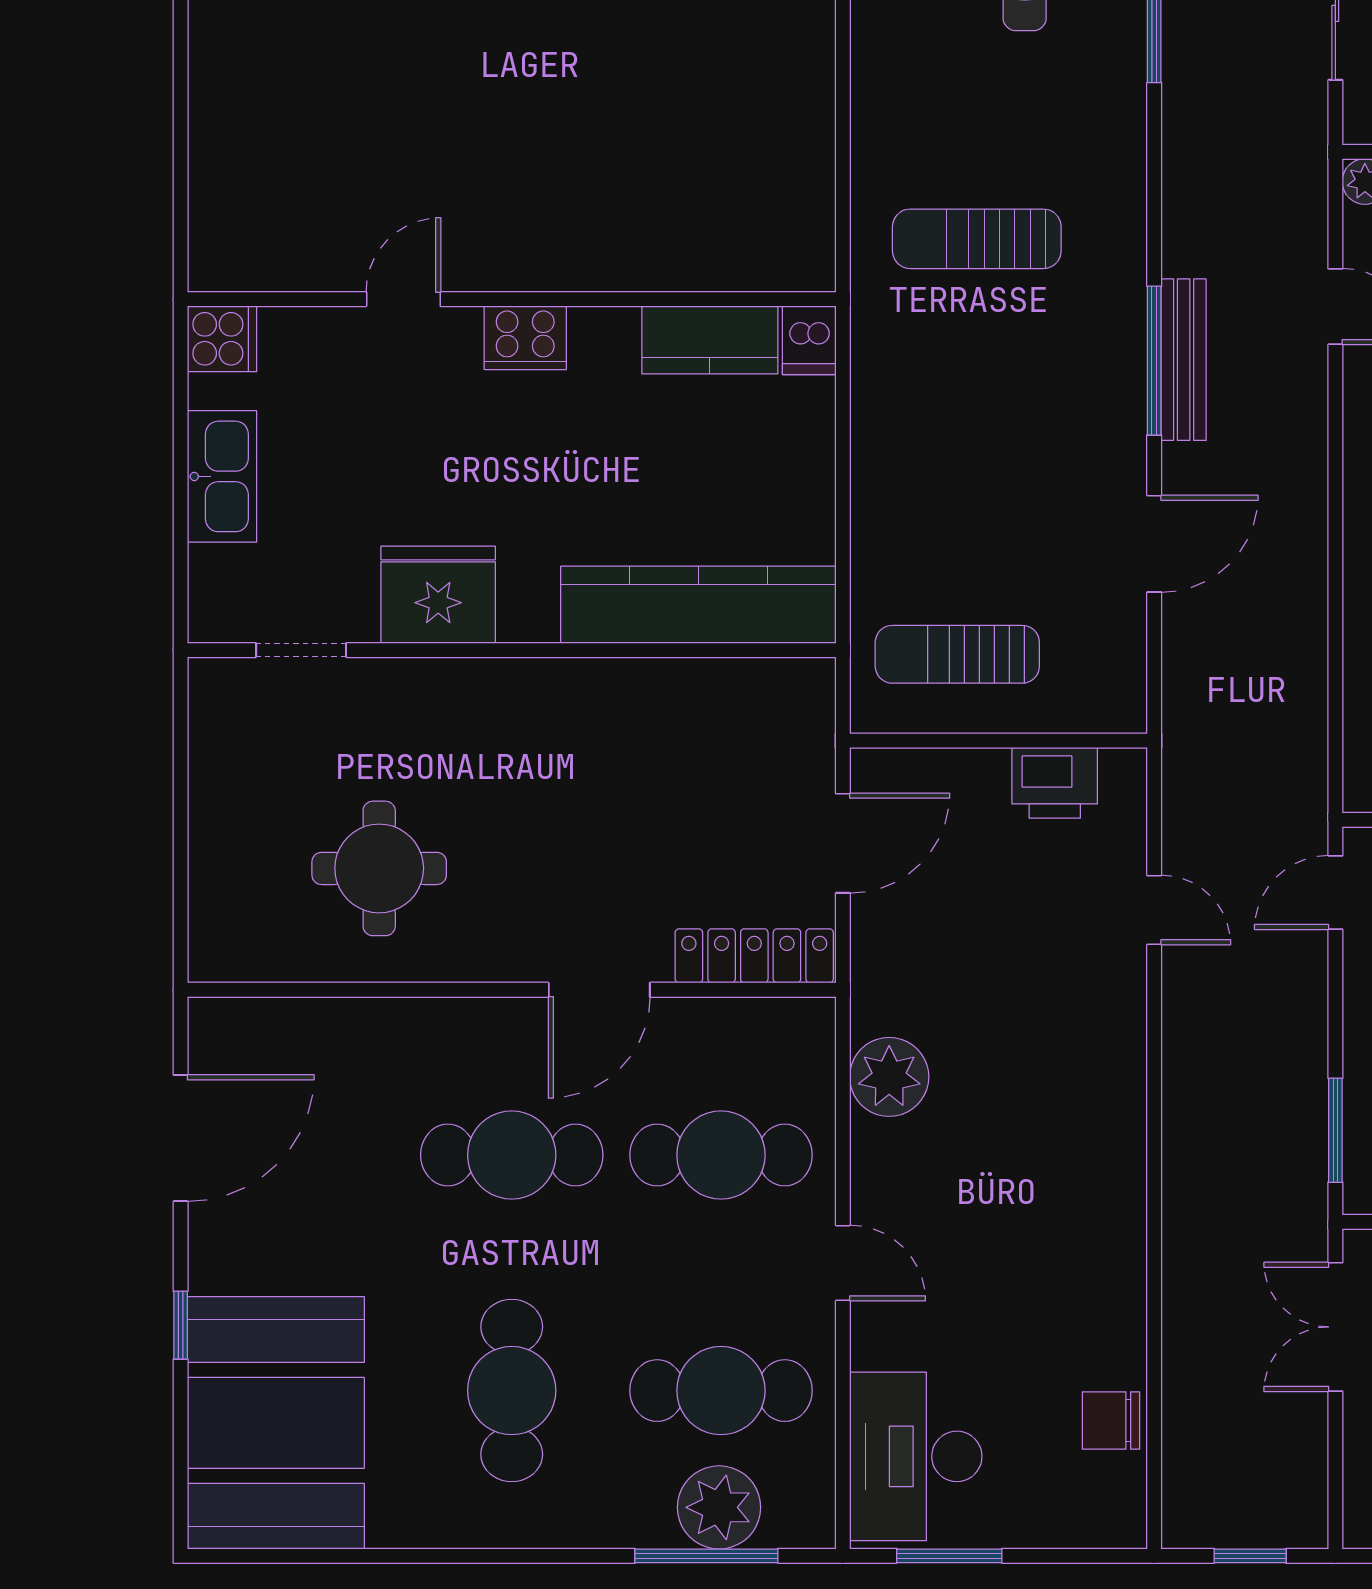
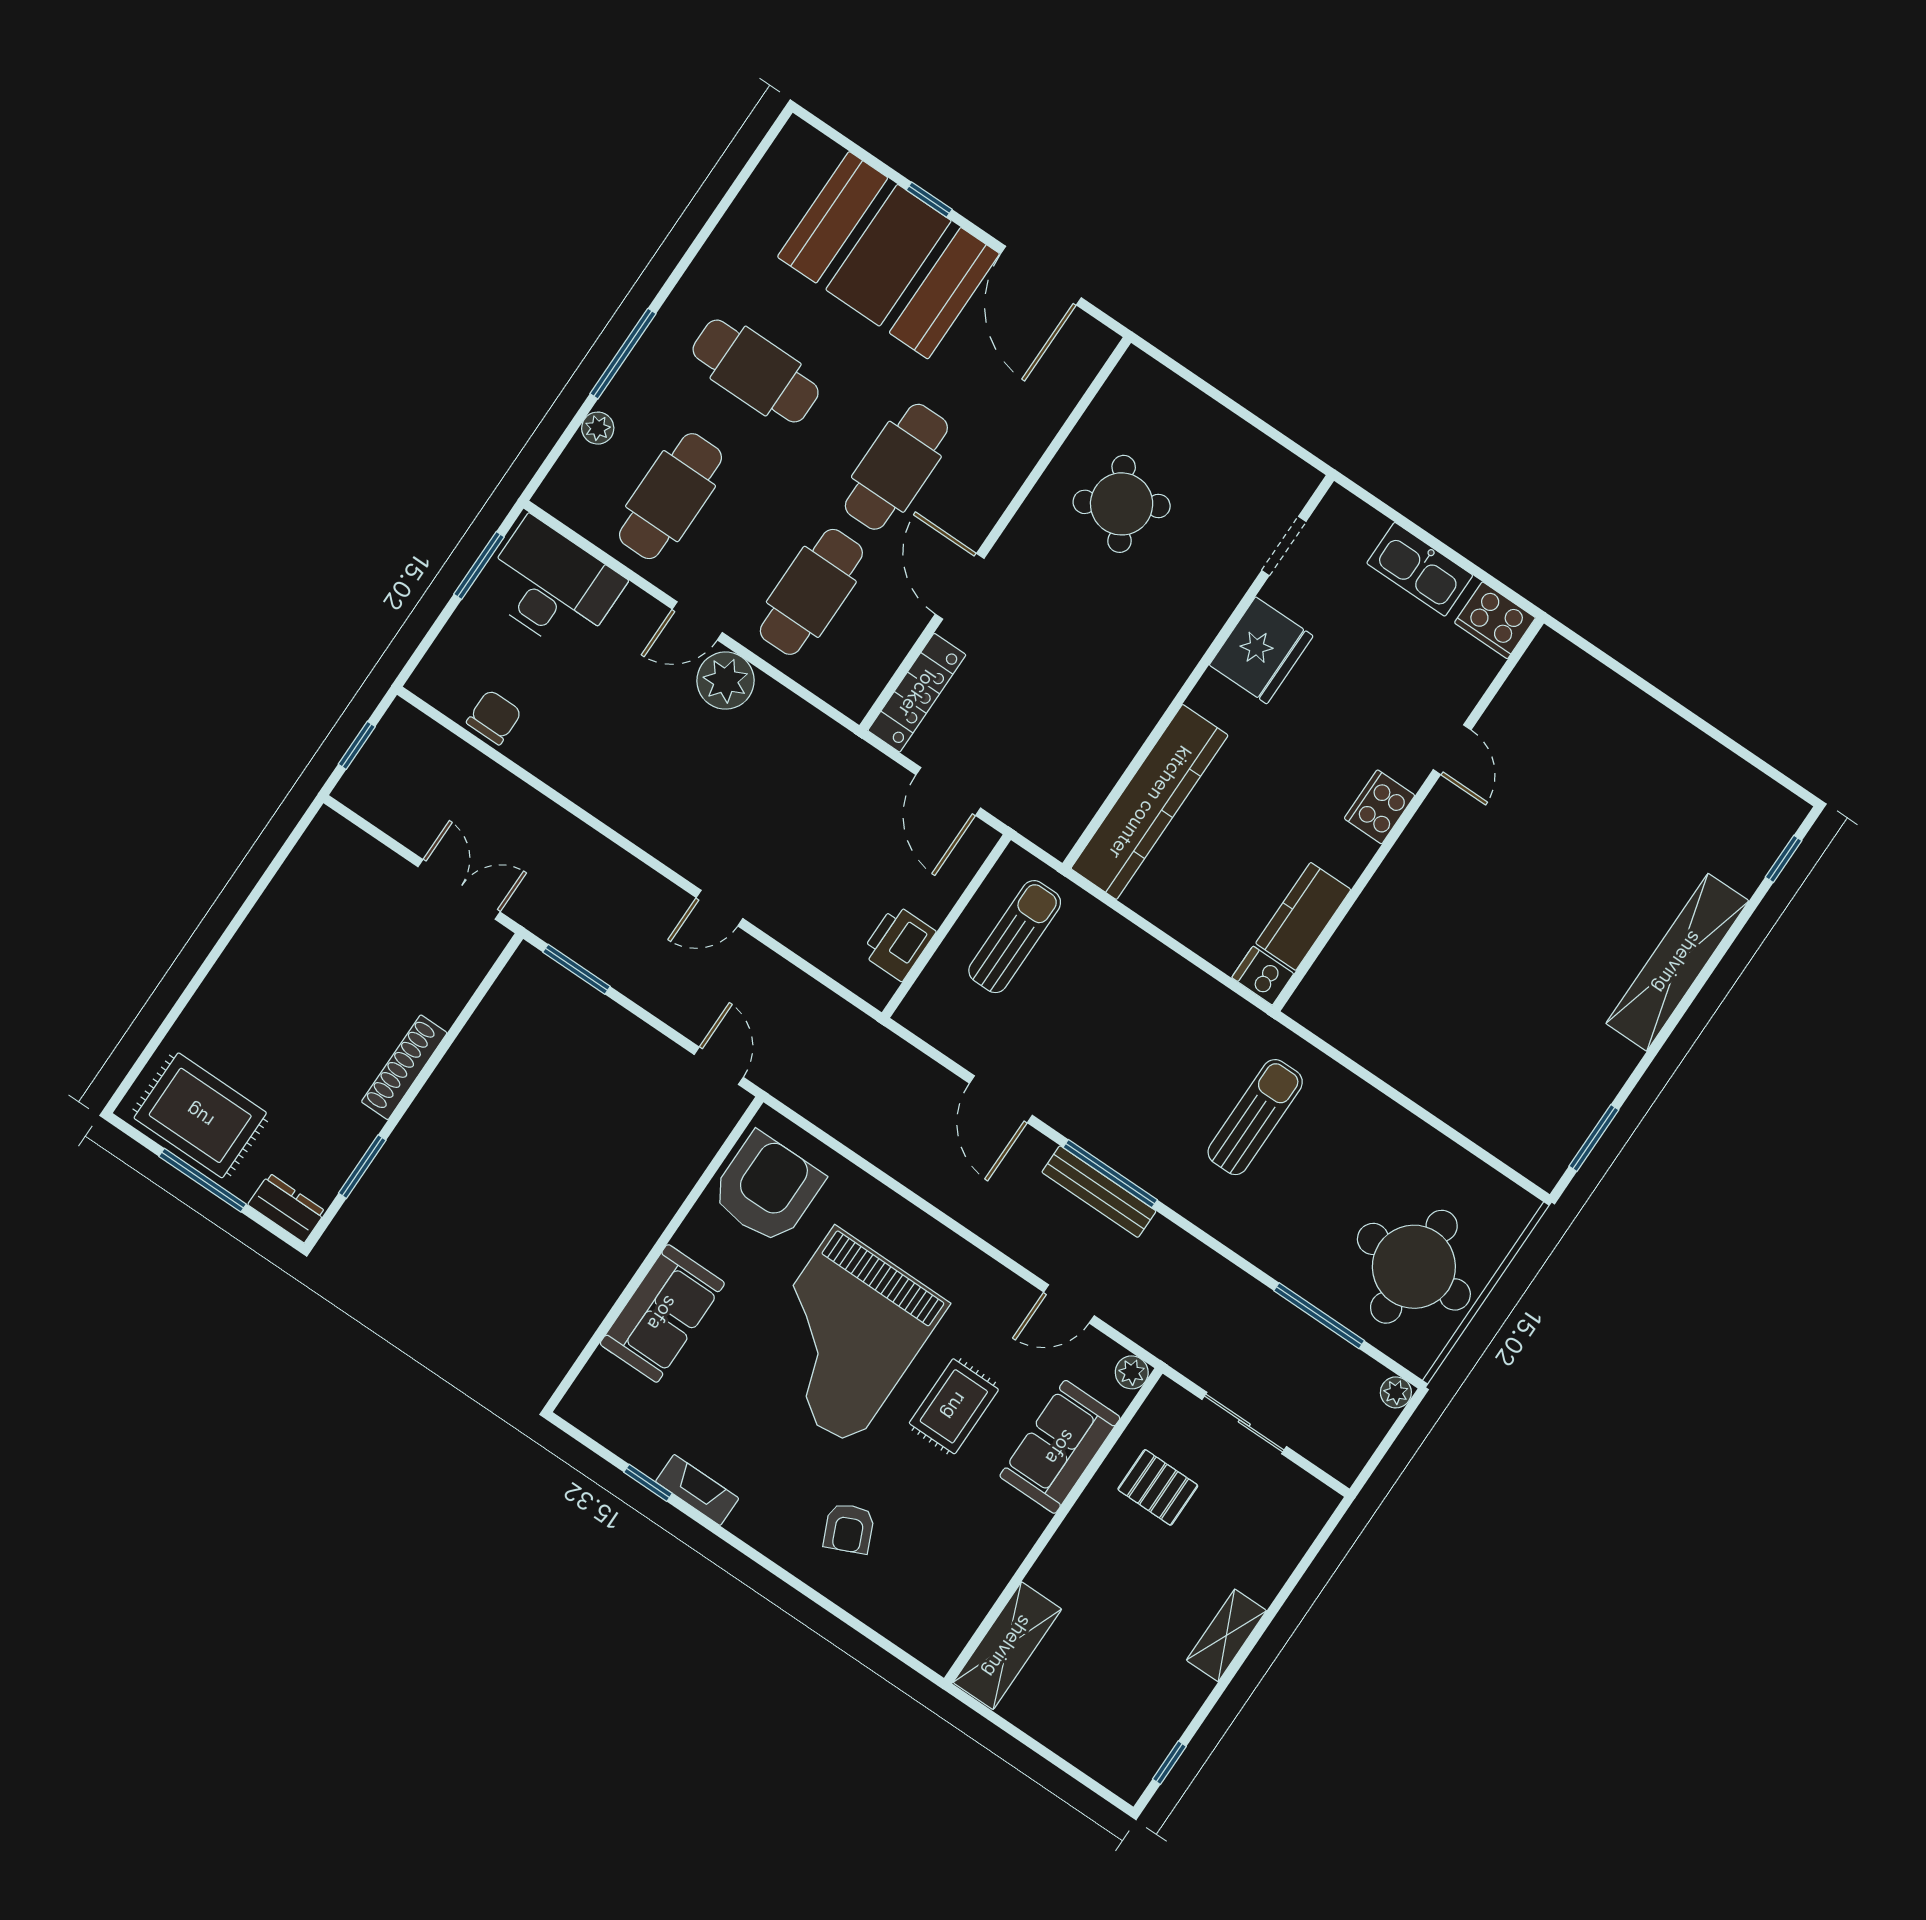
cooker: (222, 339) -> (1495, 620), width x1.36
round table: (379, 868) -> (1122, 504), turned -31
door: (1154, 910) -> (720, 908), moved
plant: (889, 1077) -> (726, 681), moved
booth: (276, 1423) -> (888, 255), moved
plant: (719, 1507) -> (598, 428), width x0.53, depth x0.53
window: (706, 1556) -> (623, 354), moved

